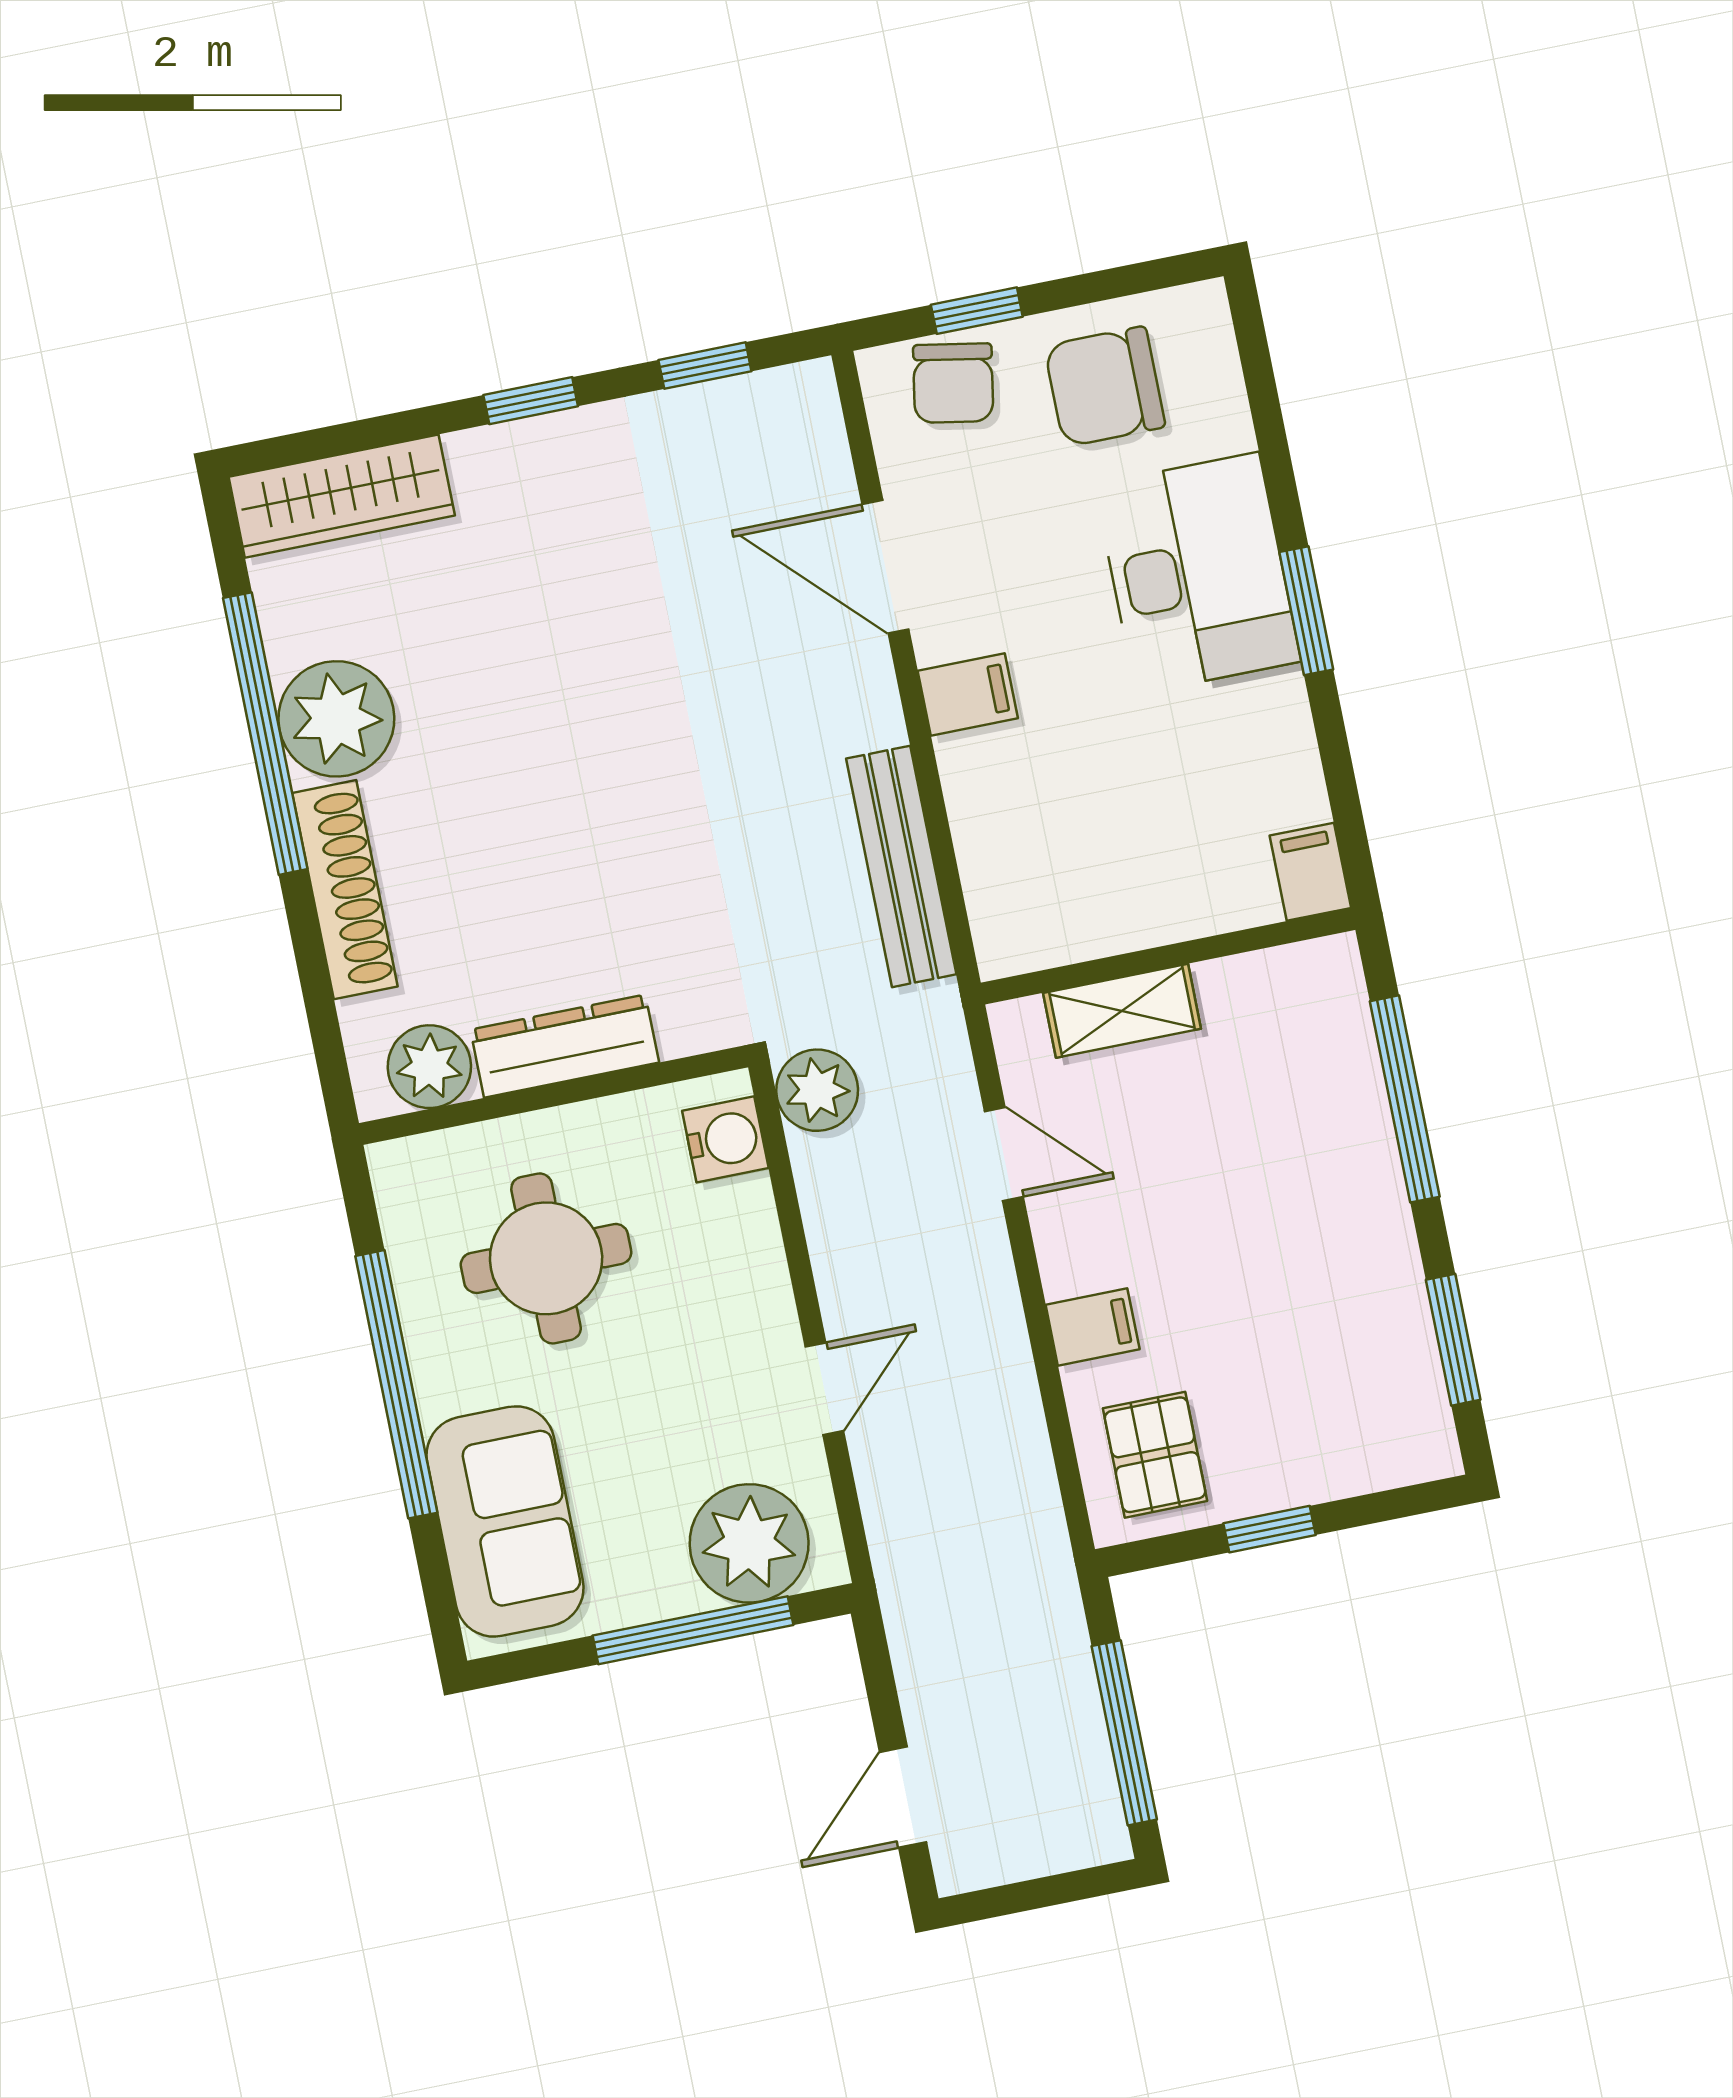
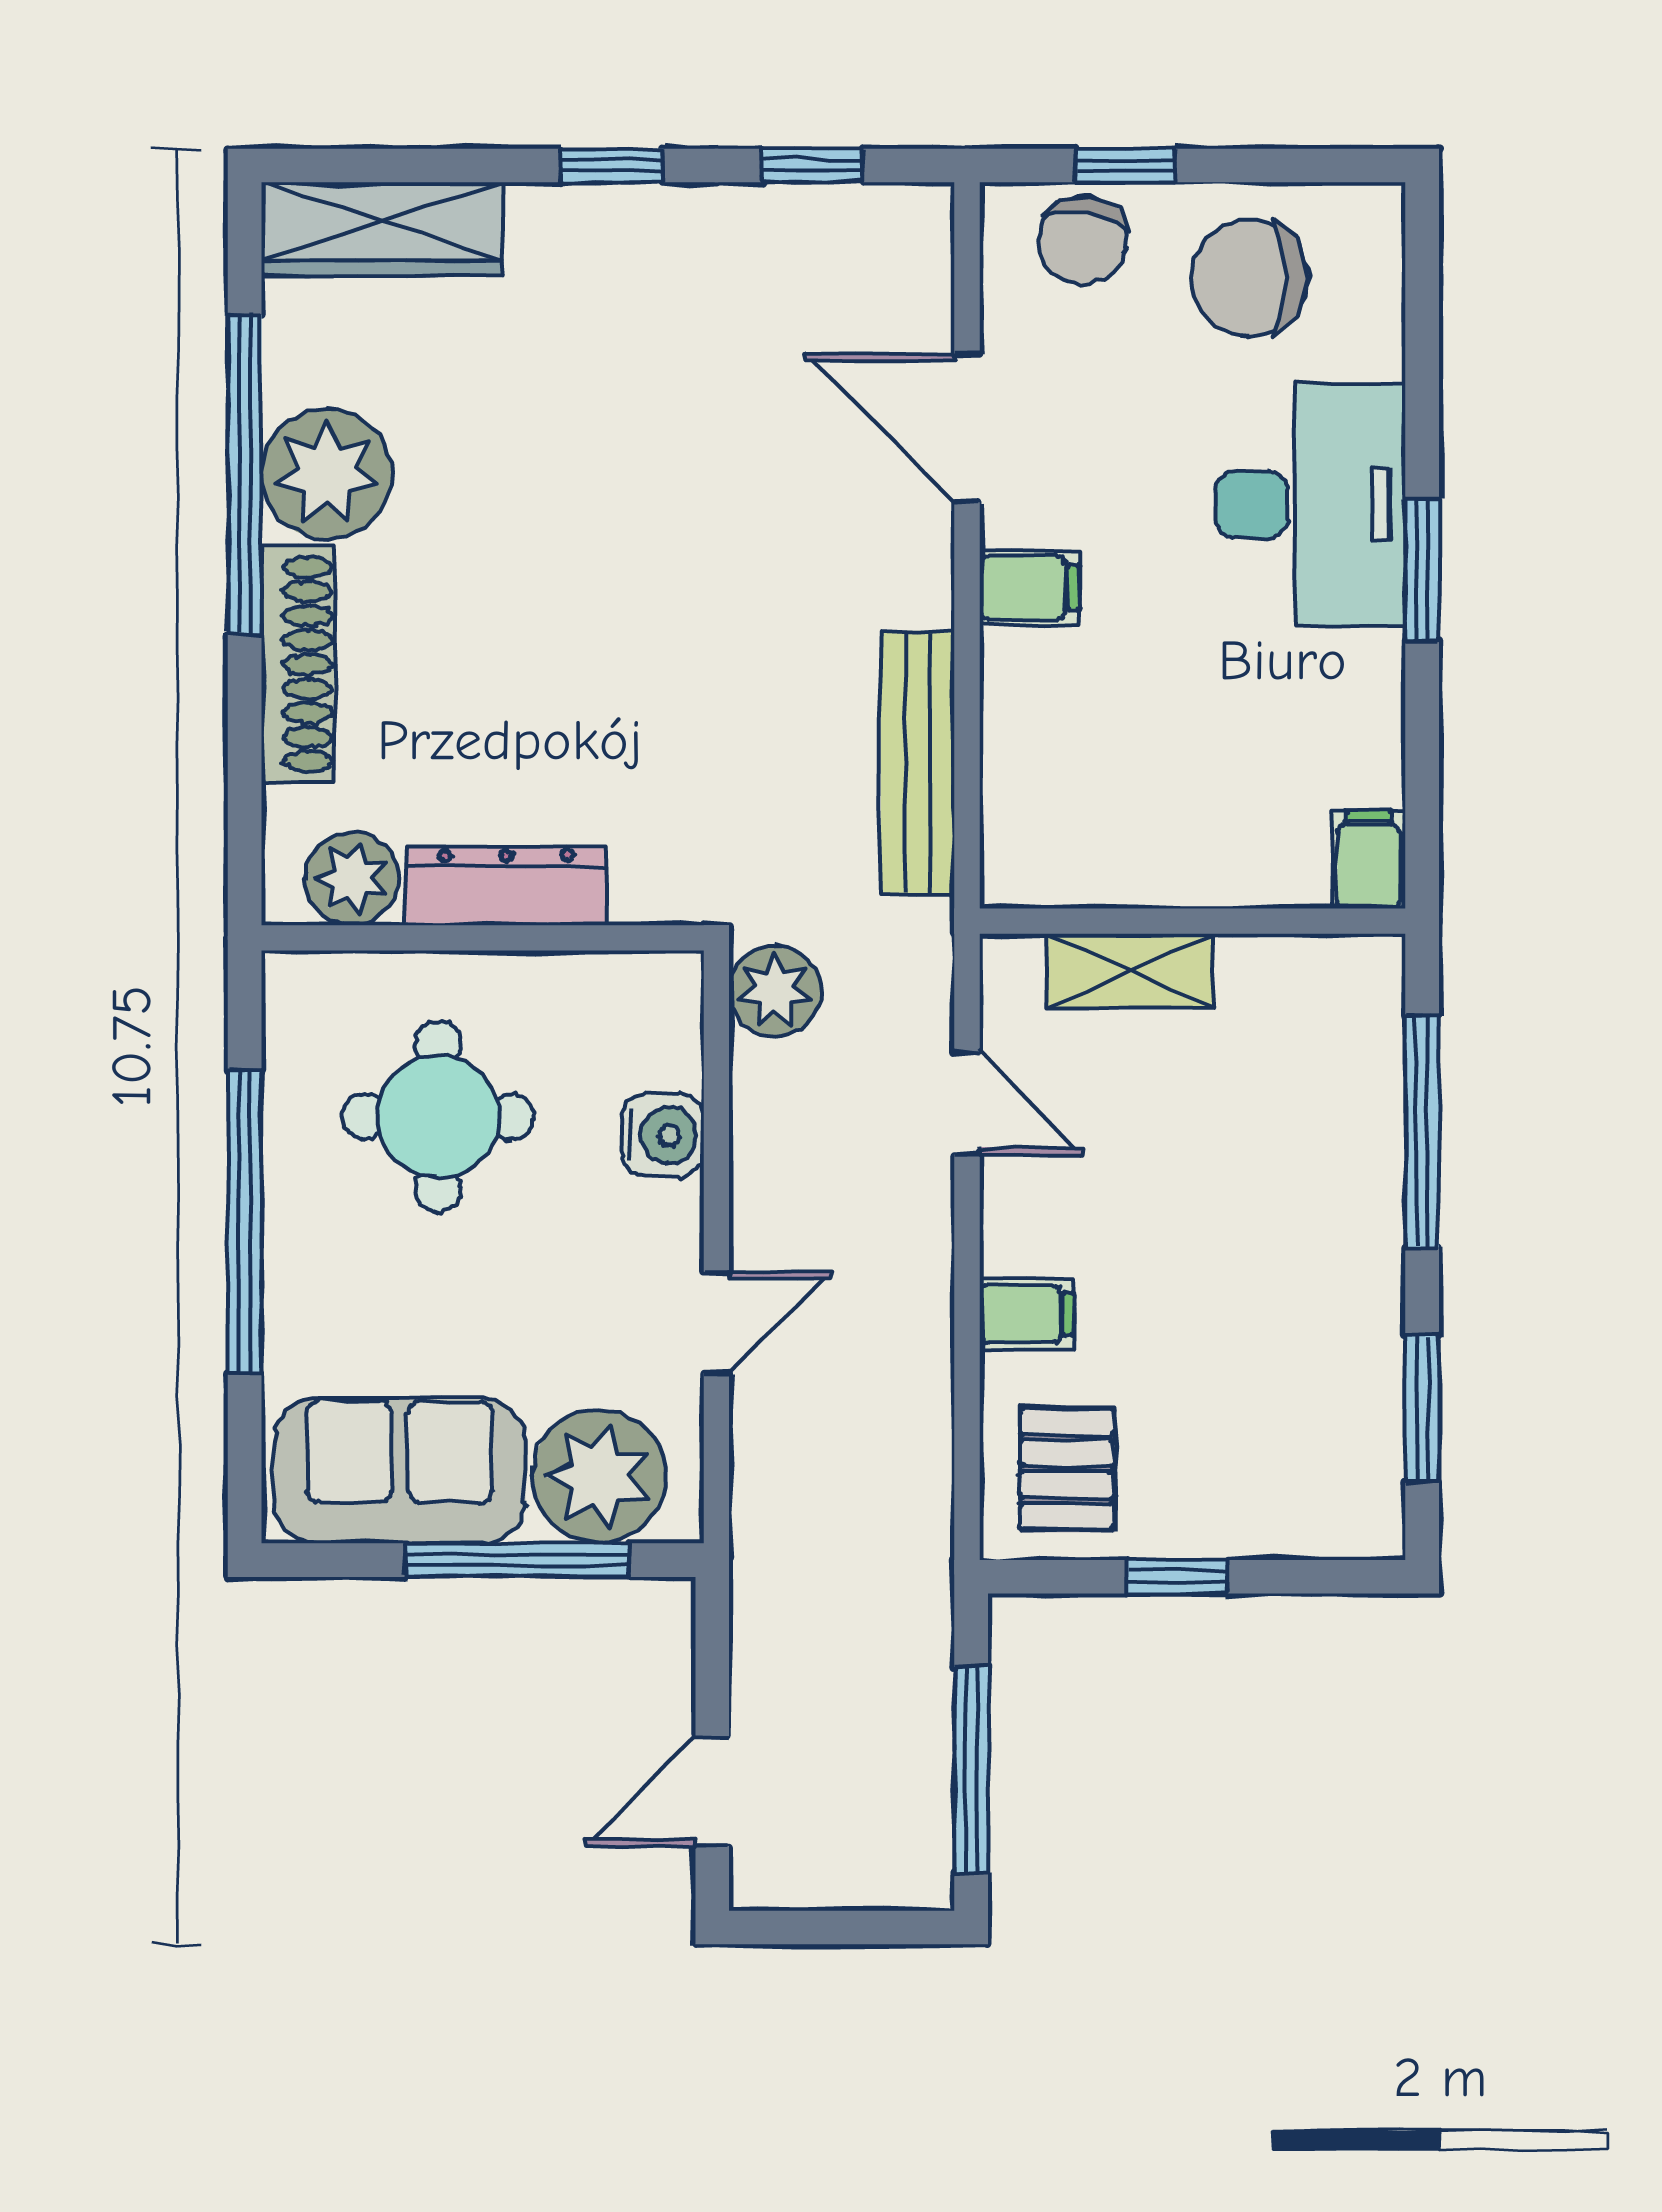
water cooler: (725, 1139) -> (663, 1135), moved
sofa: (505, 1521) -> (399, 1471), moved, turned -90

